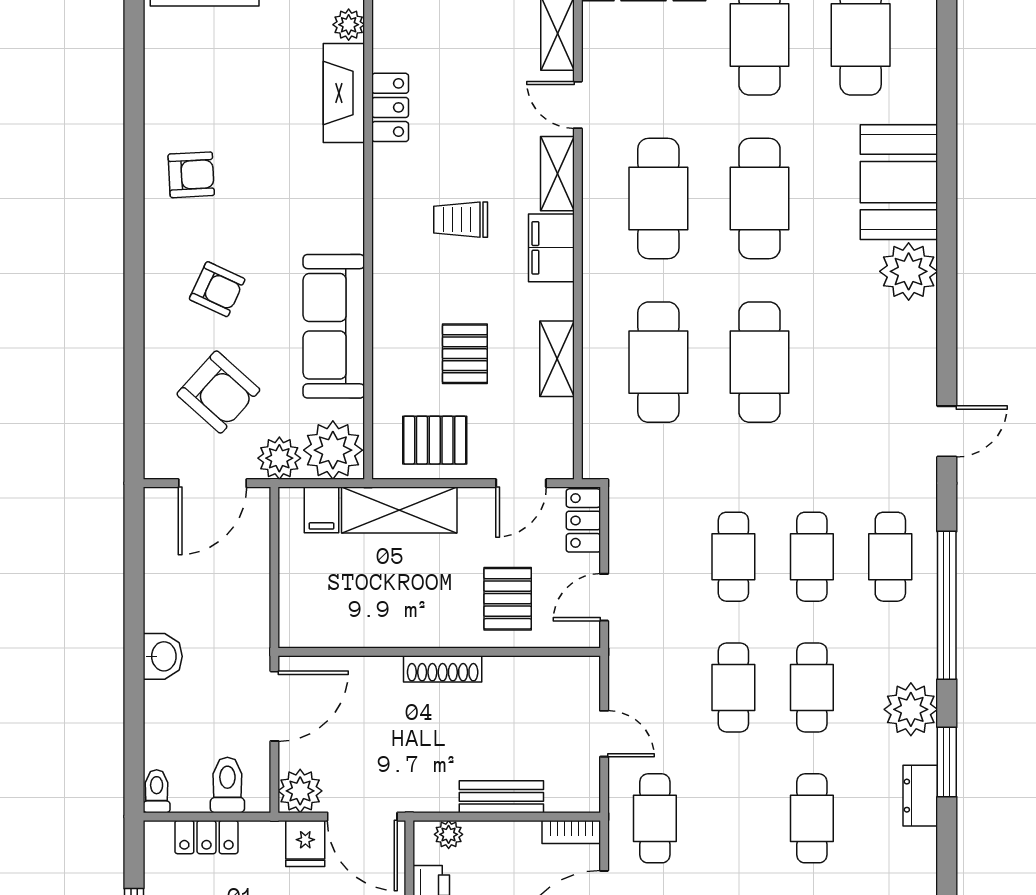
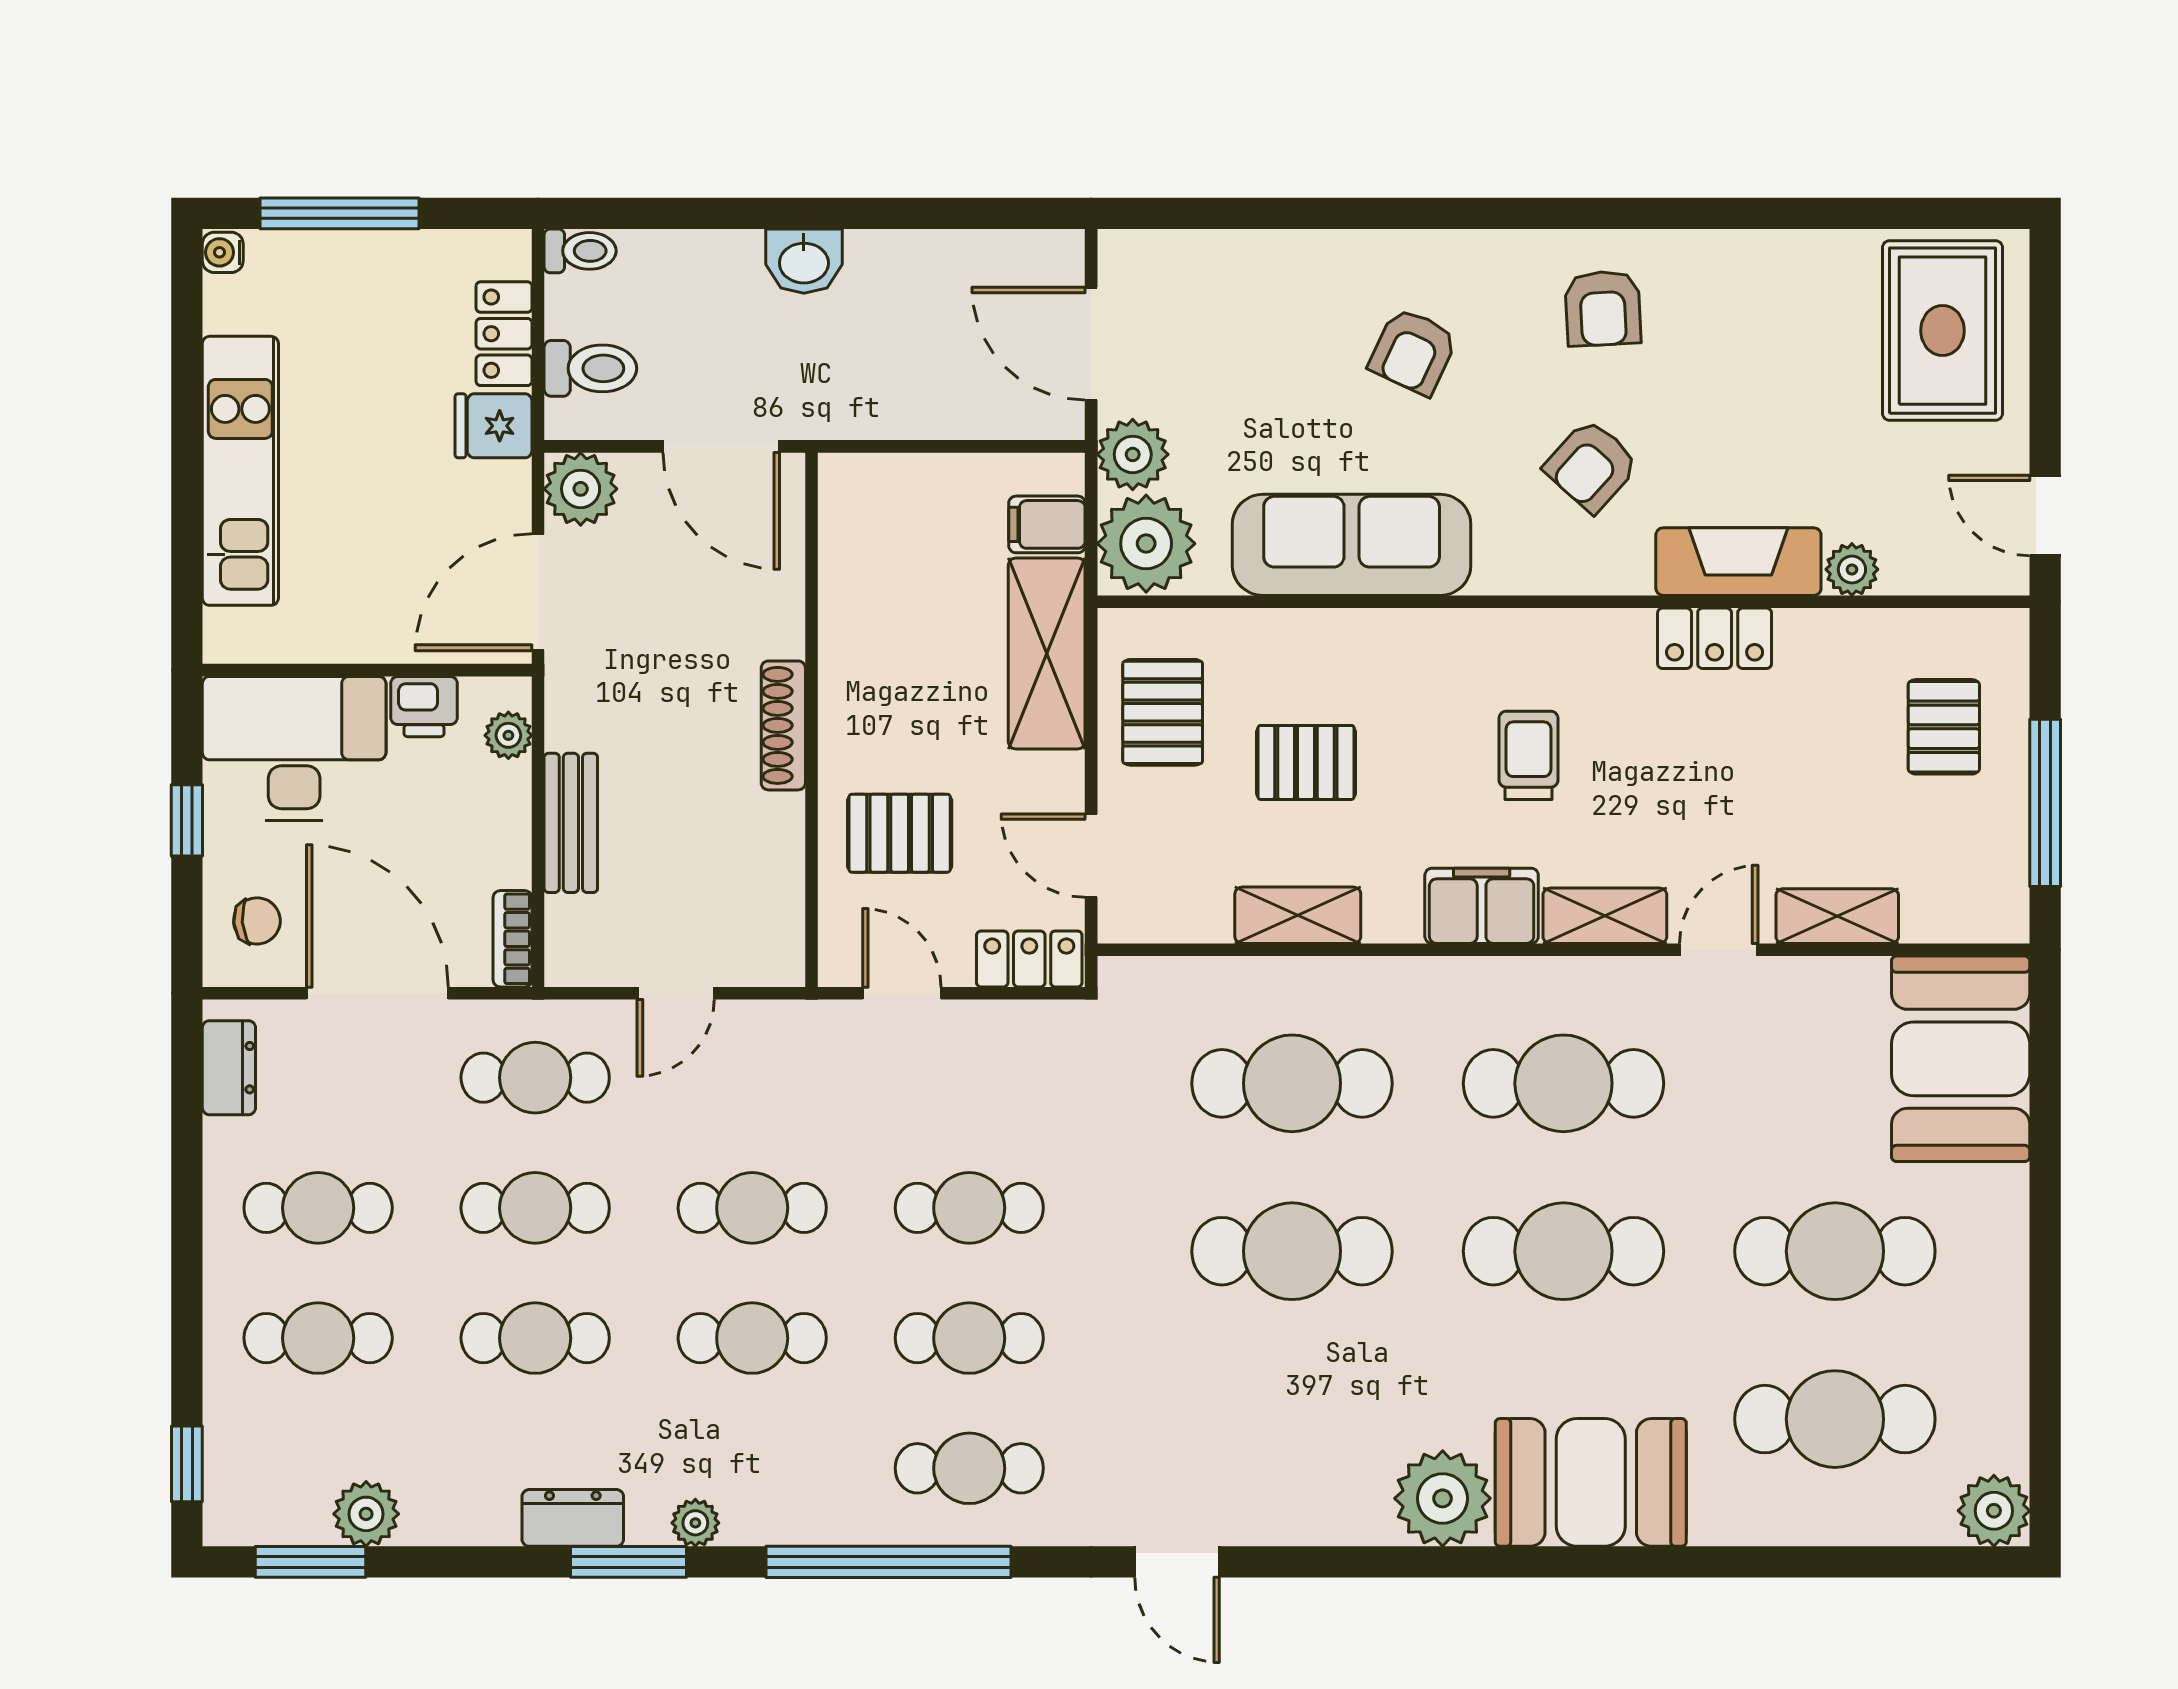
armchair: (218, 392) -> (1591, 466), moved, width x0.72, depth x0.72
plant: (911, 709) -> (695, 1523), width x0.53, depth x0.53
cafe table: (733, 818) -> (535, 1208), added
fridge: (305, 843) -> (493, 426), moved

